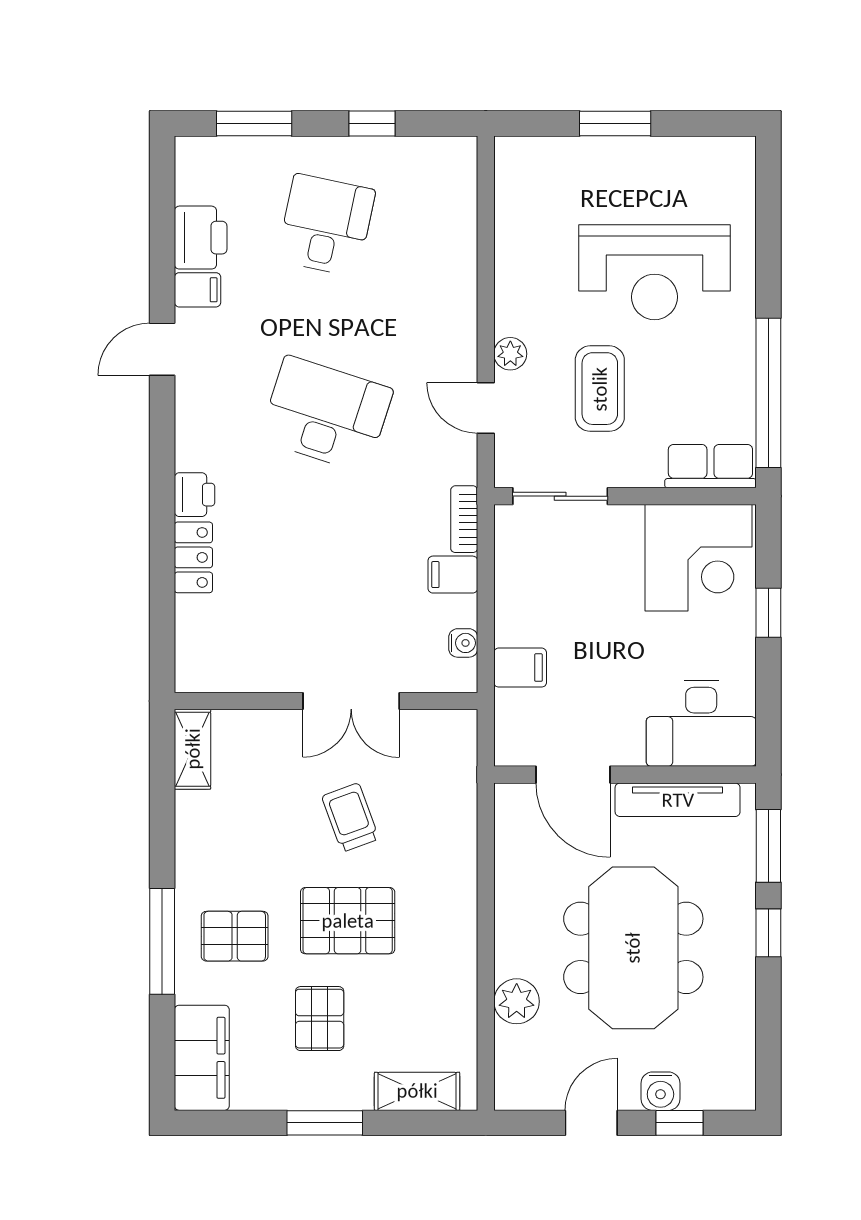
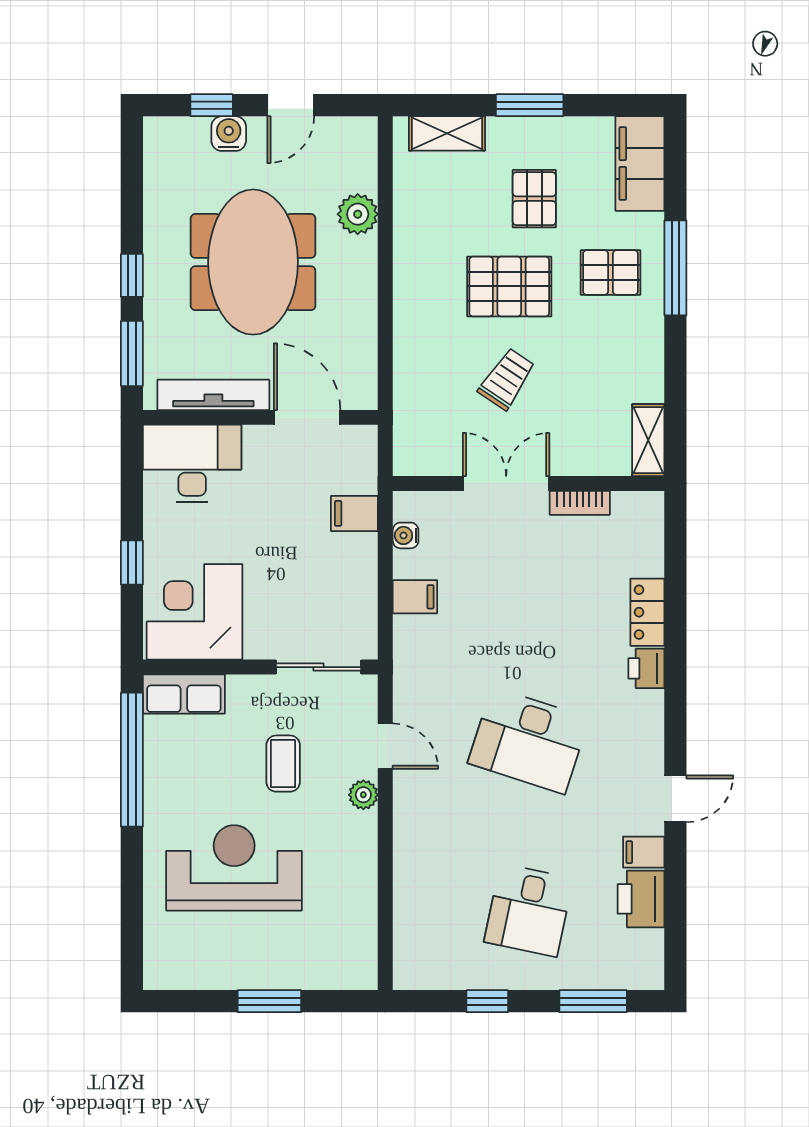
coffee table: (600, 389) -> (283, 764), width x0.73, depth x0.77
bookcase: (464, 519) -> (580, 503), moved, turned 90
trolley: (350, 817) -> (507, 379), turned -126

